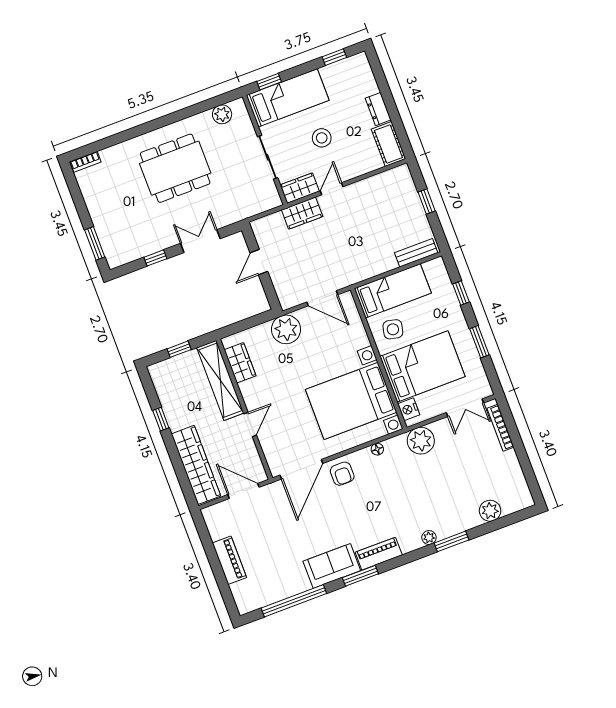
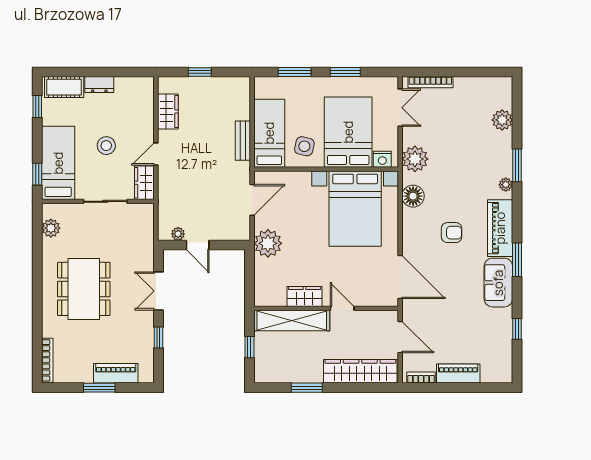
cot: (388, 144) -> (64, 87), moved
bookcase: (85, 162) -> (47, 360), width x1.56
door: (332, 189) -> (156, 154), hinge flipped
wardrobe: (302, 213) -> (168, 112), moved
piano: (105, 230) -> (116, 373), added
plant: (263, 239) -> (178, 234), added
window: (95, 243) -> (99, 388), moved
bench: (416, 253) -> (243, 141), moved
window: (461, 293) -> (295, 72), width x1.50
wardrobe: (240, 363) -> (305, 296), moved
window: (161, 419) -> (307, 388), width x1.50
floor lamp: (377, 449) -> (413, 196), width x1.89, depth x1.89
armchair: (342, 474) -> (452, 233), moved
door: (244, 491) -> (400, 337), swing flipped
bookcase: (212, 526) -> (421, 378), added
piano: (379, 554) -> (500, 228), width x1.37, depth x1.33
window: (294, 601) -> (517, 329), width x0.32

